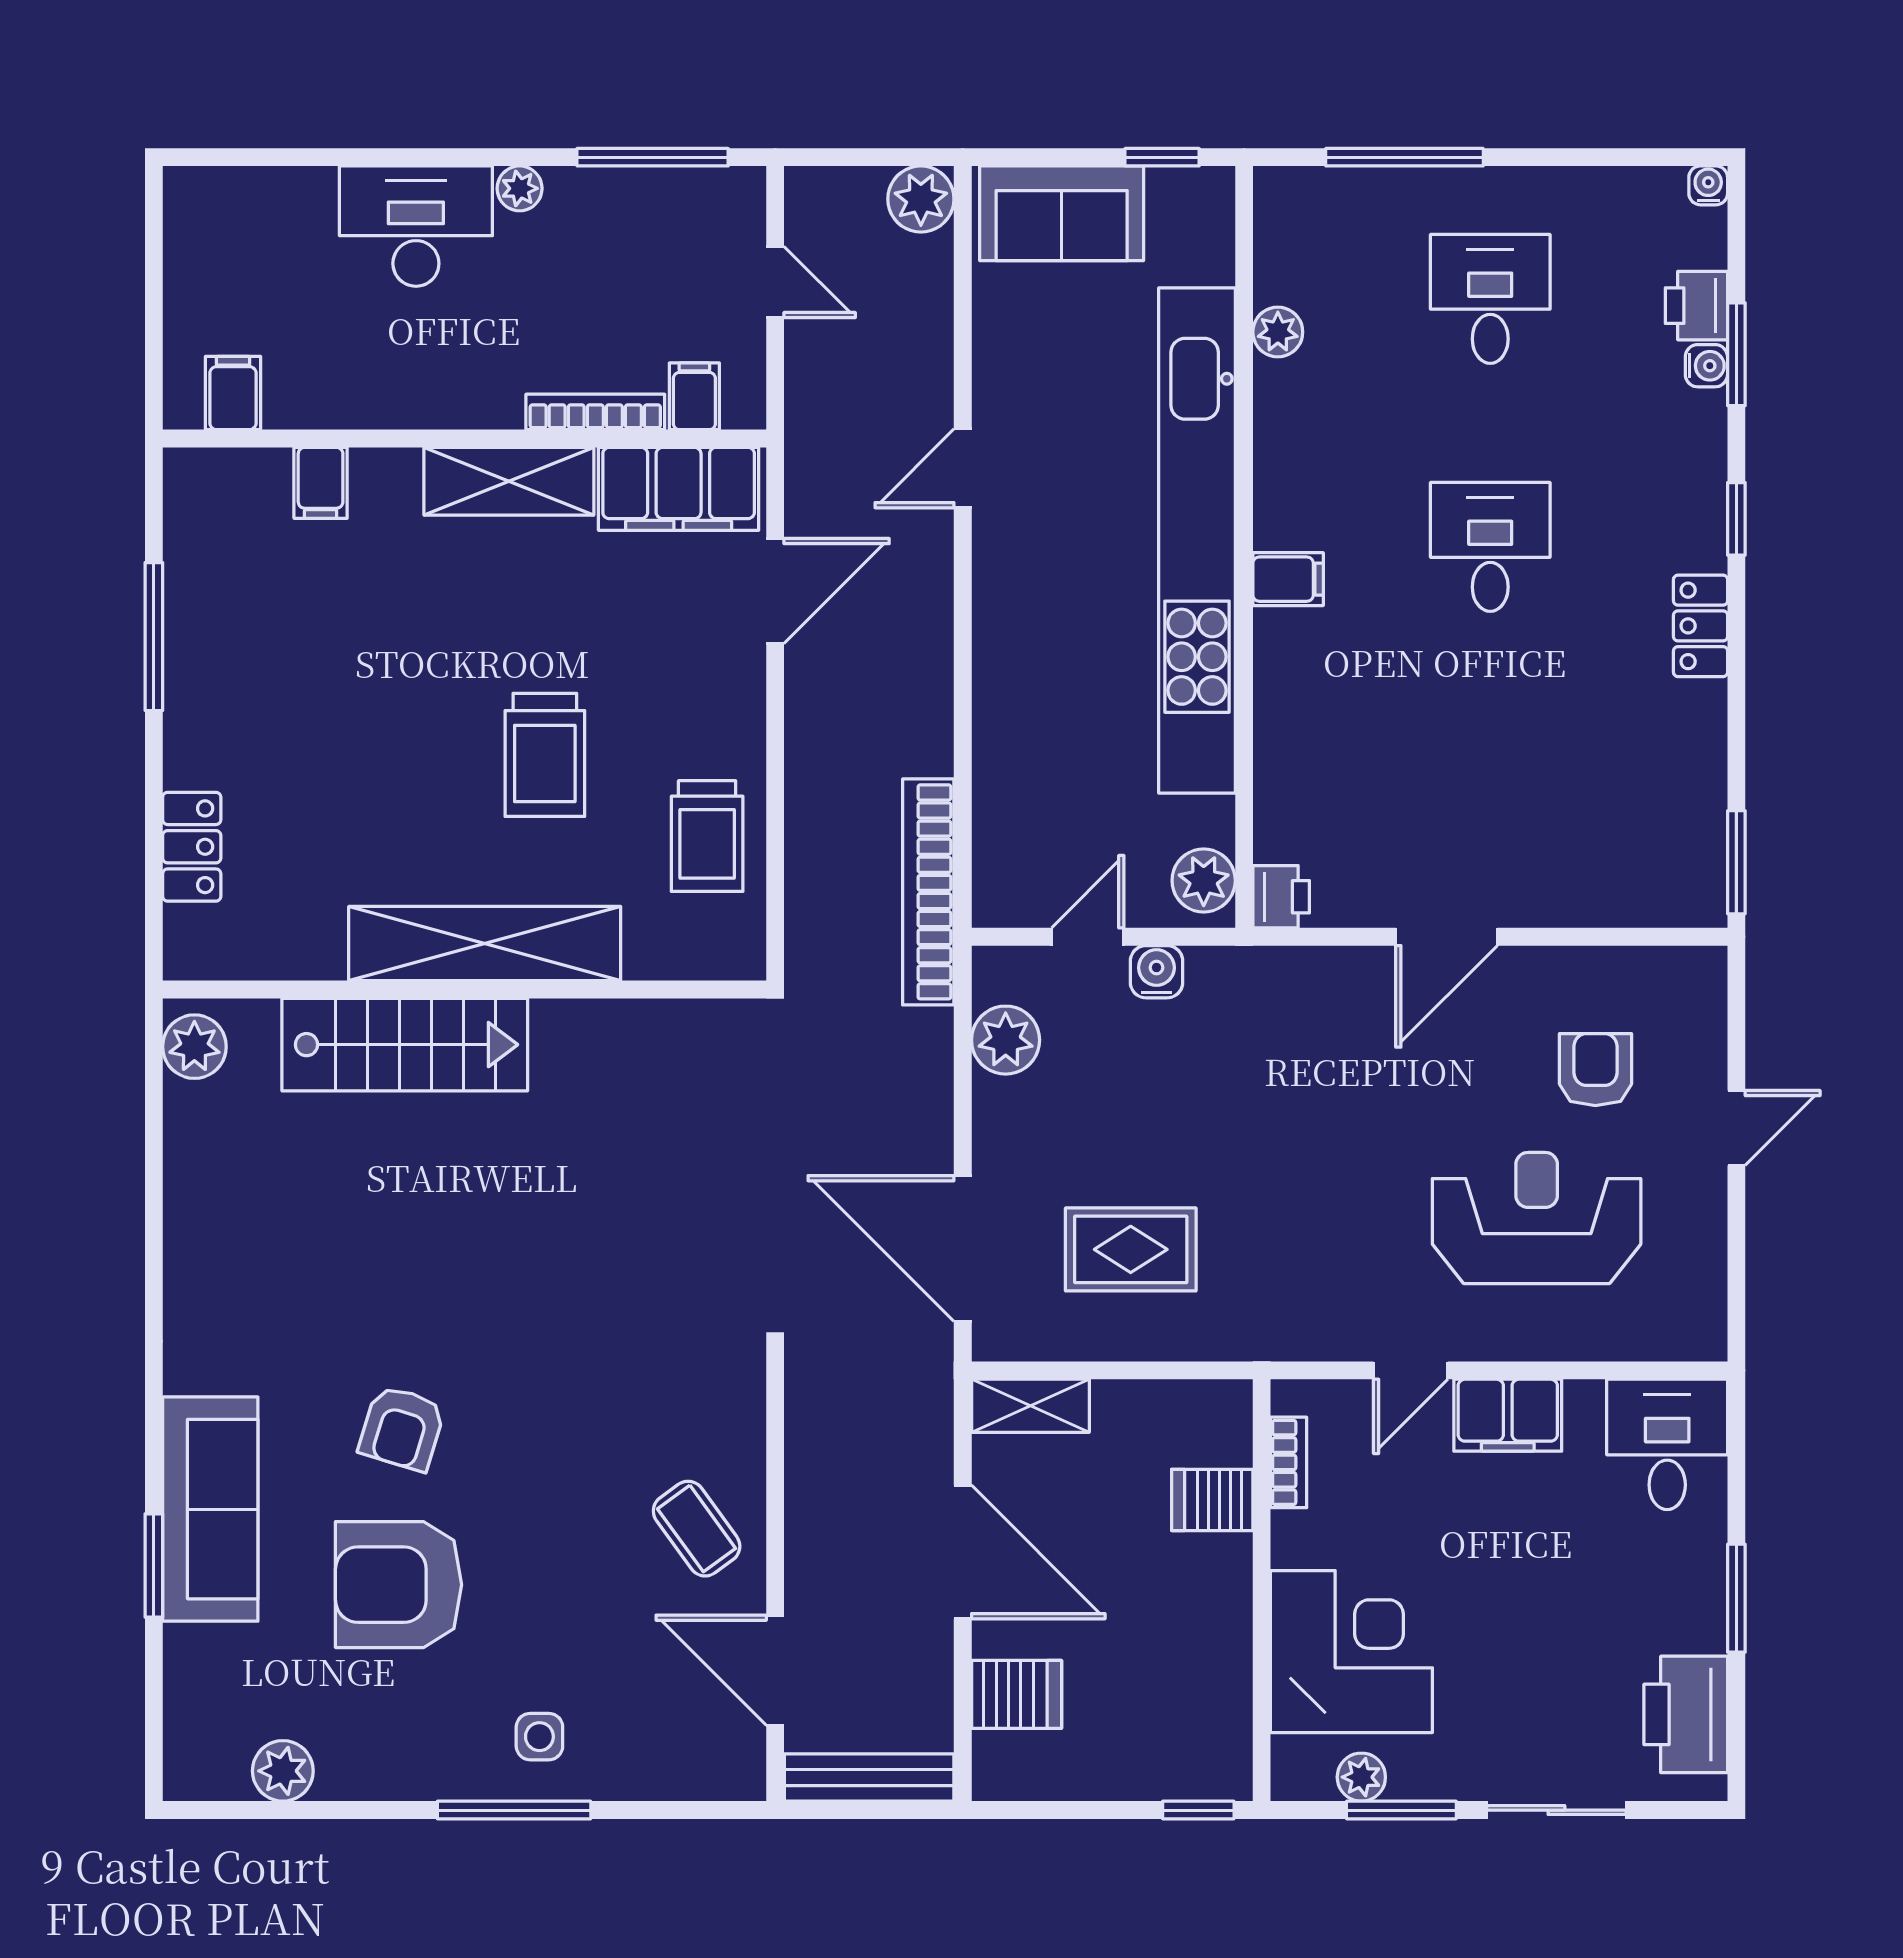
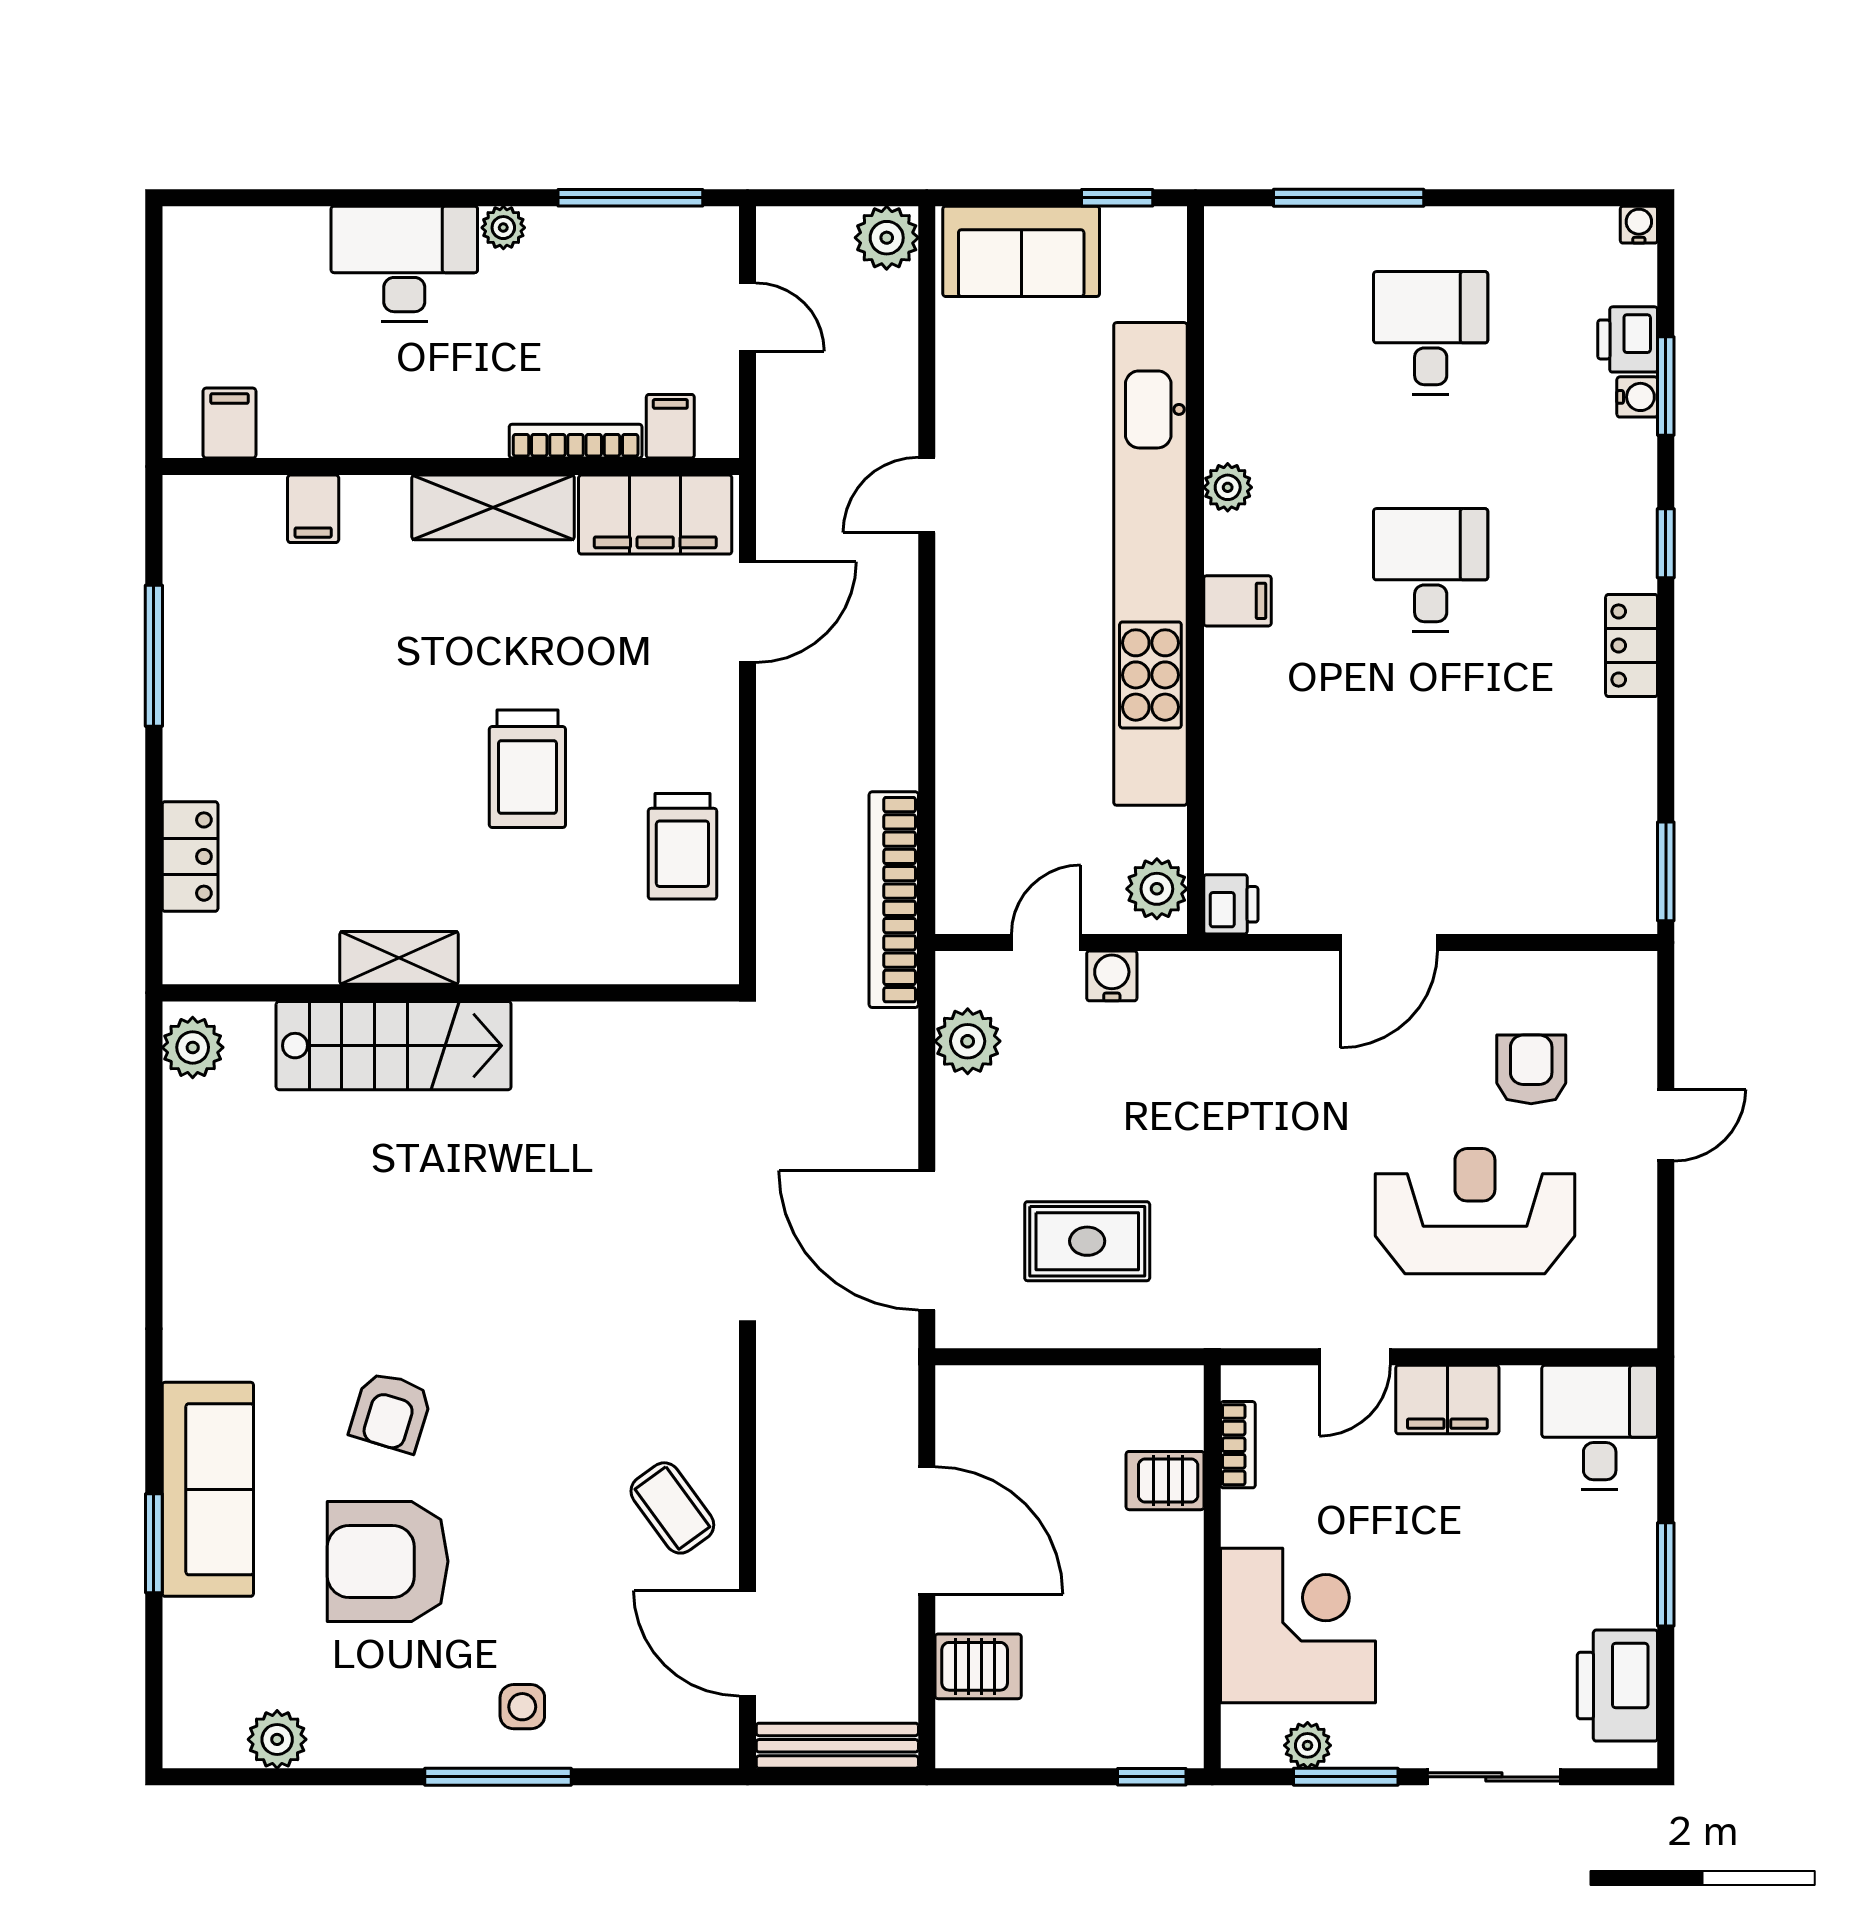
plant: (1278, 332) -> (1228, 487), moved
shelving: (485, 944) -> (399, 958), width x0.45, depth x0.75
shelving: (1030, 1406) -> (991, 1391), removed

